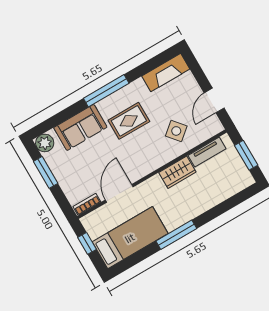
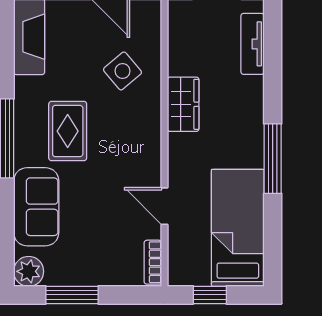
tv unit: (207, 152) -> (253, 44), moved, turned 180
door: (119, 193) -> (165, 206), width x0.73

